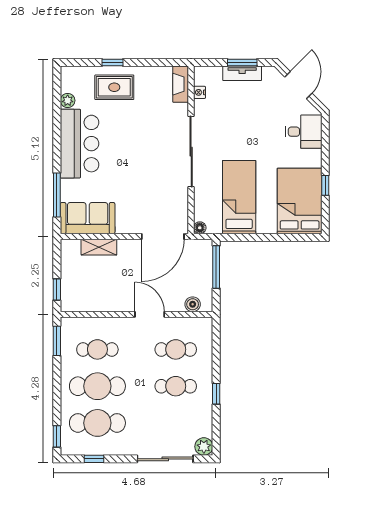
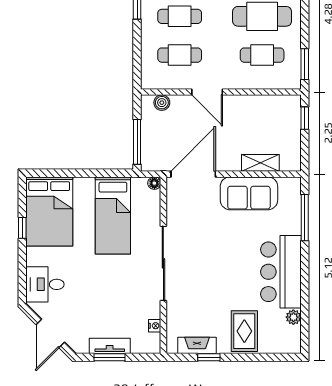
window: (112, 62) -> (209, 357), moved
fireplace: (181, 84) -> (197, 345), moved, turned -90
rug: (114, 87) -> (244, 331), turned 90
sofa: (88, 218) -> (249, 193), moved

